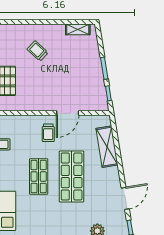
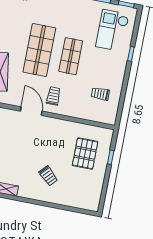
door: (68, 113) -> (31, 111), hinge flipped

